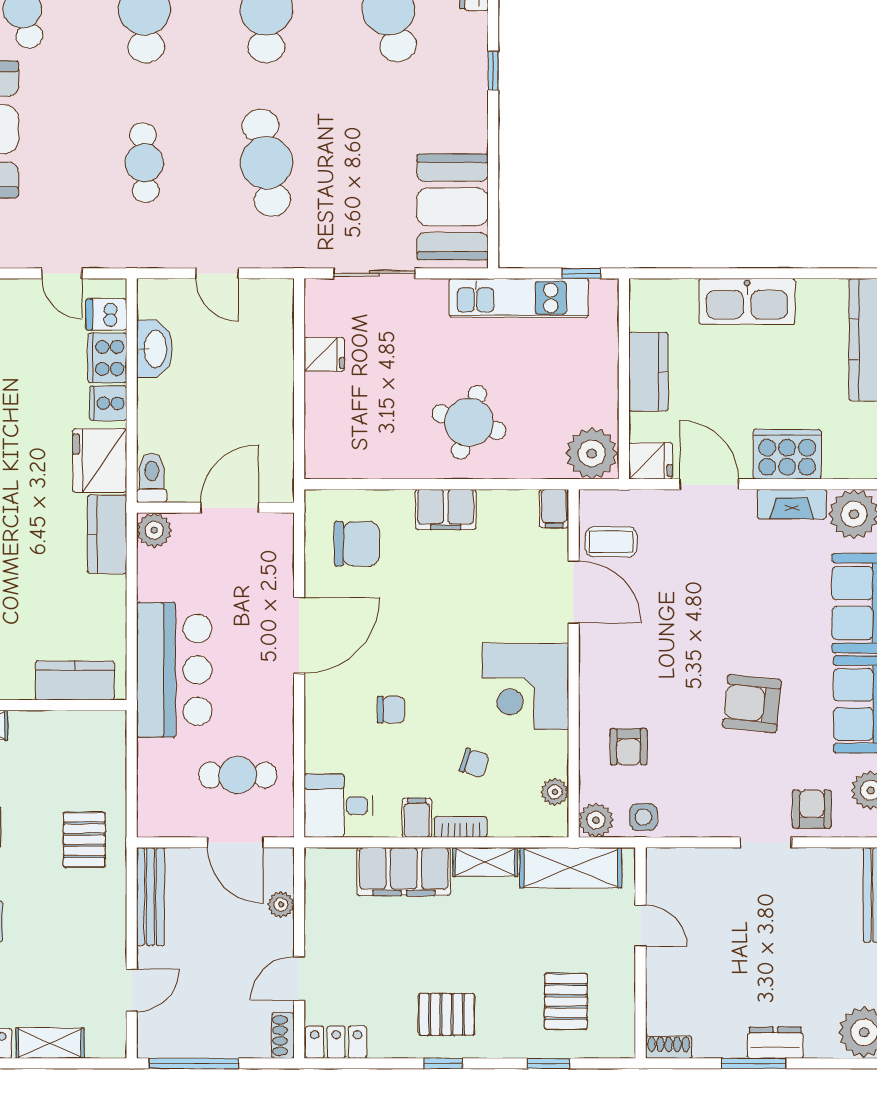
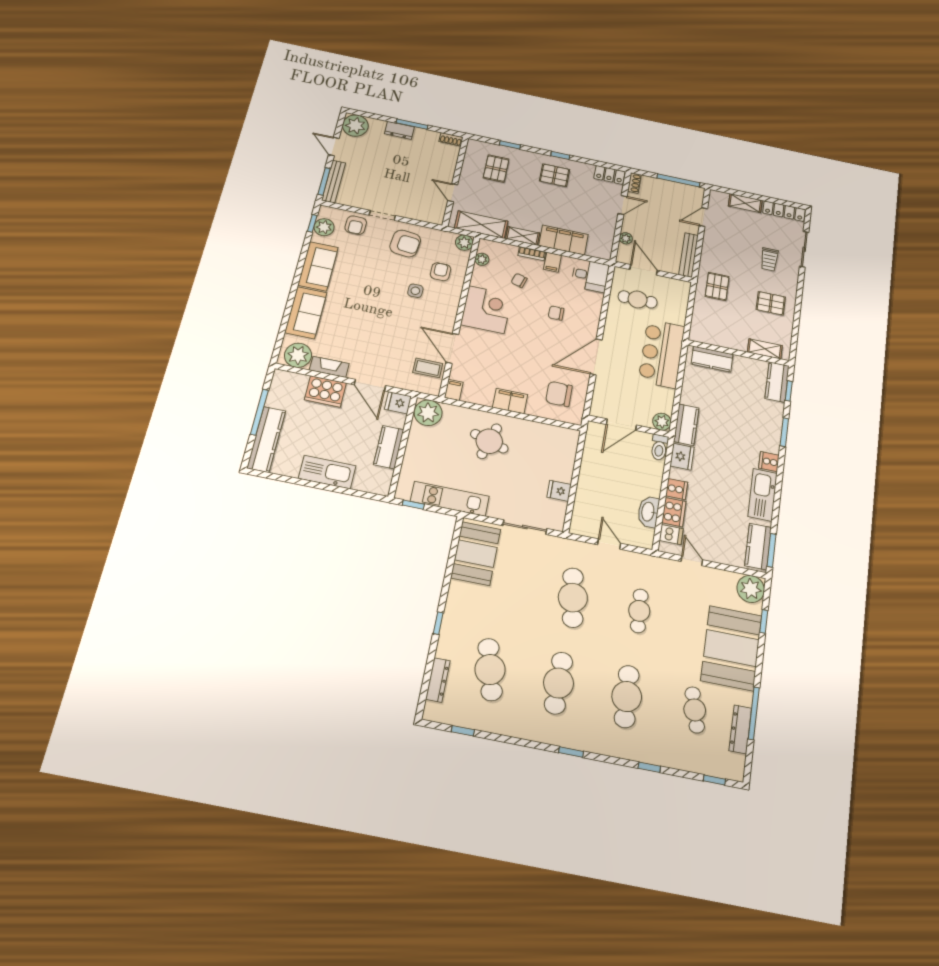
fridge: (100, 460) -> (682, 457), width x0.73, depth x0.75
armchair: (752, 704) -> (405, 243), moved
side table: (643, 817) -> (415, 291), moved

